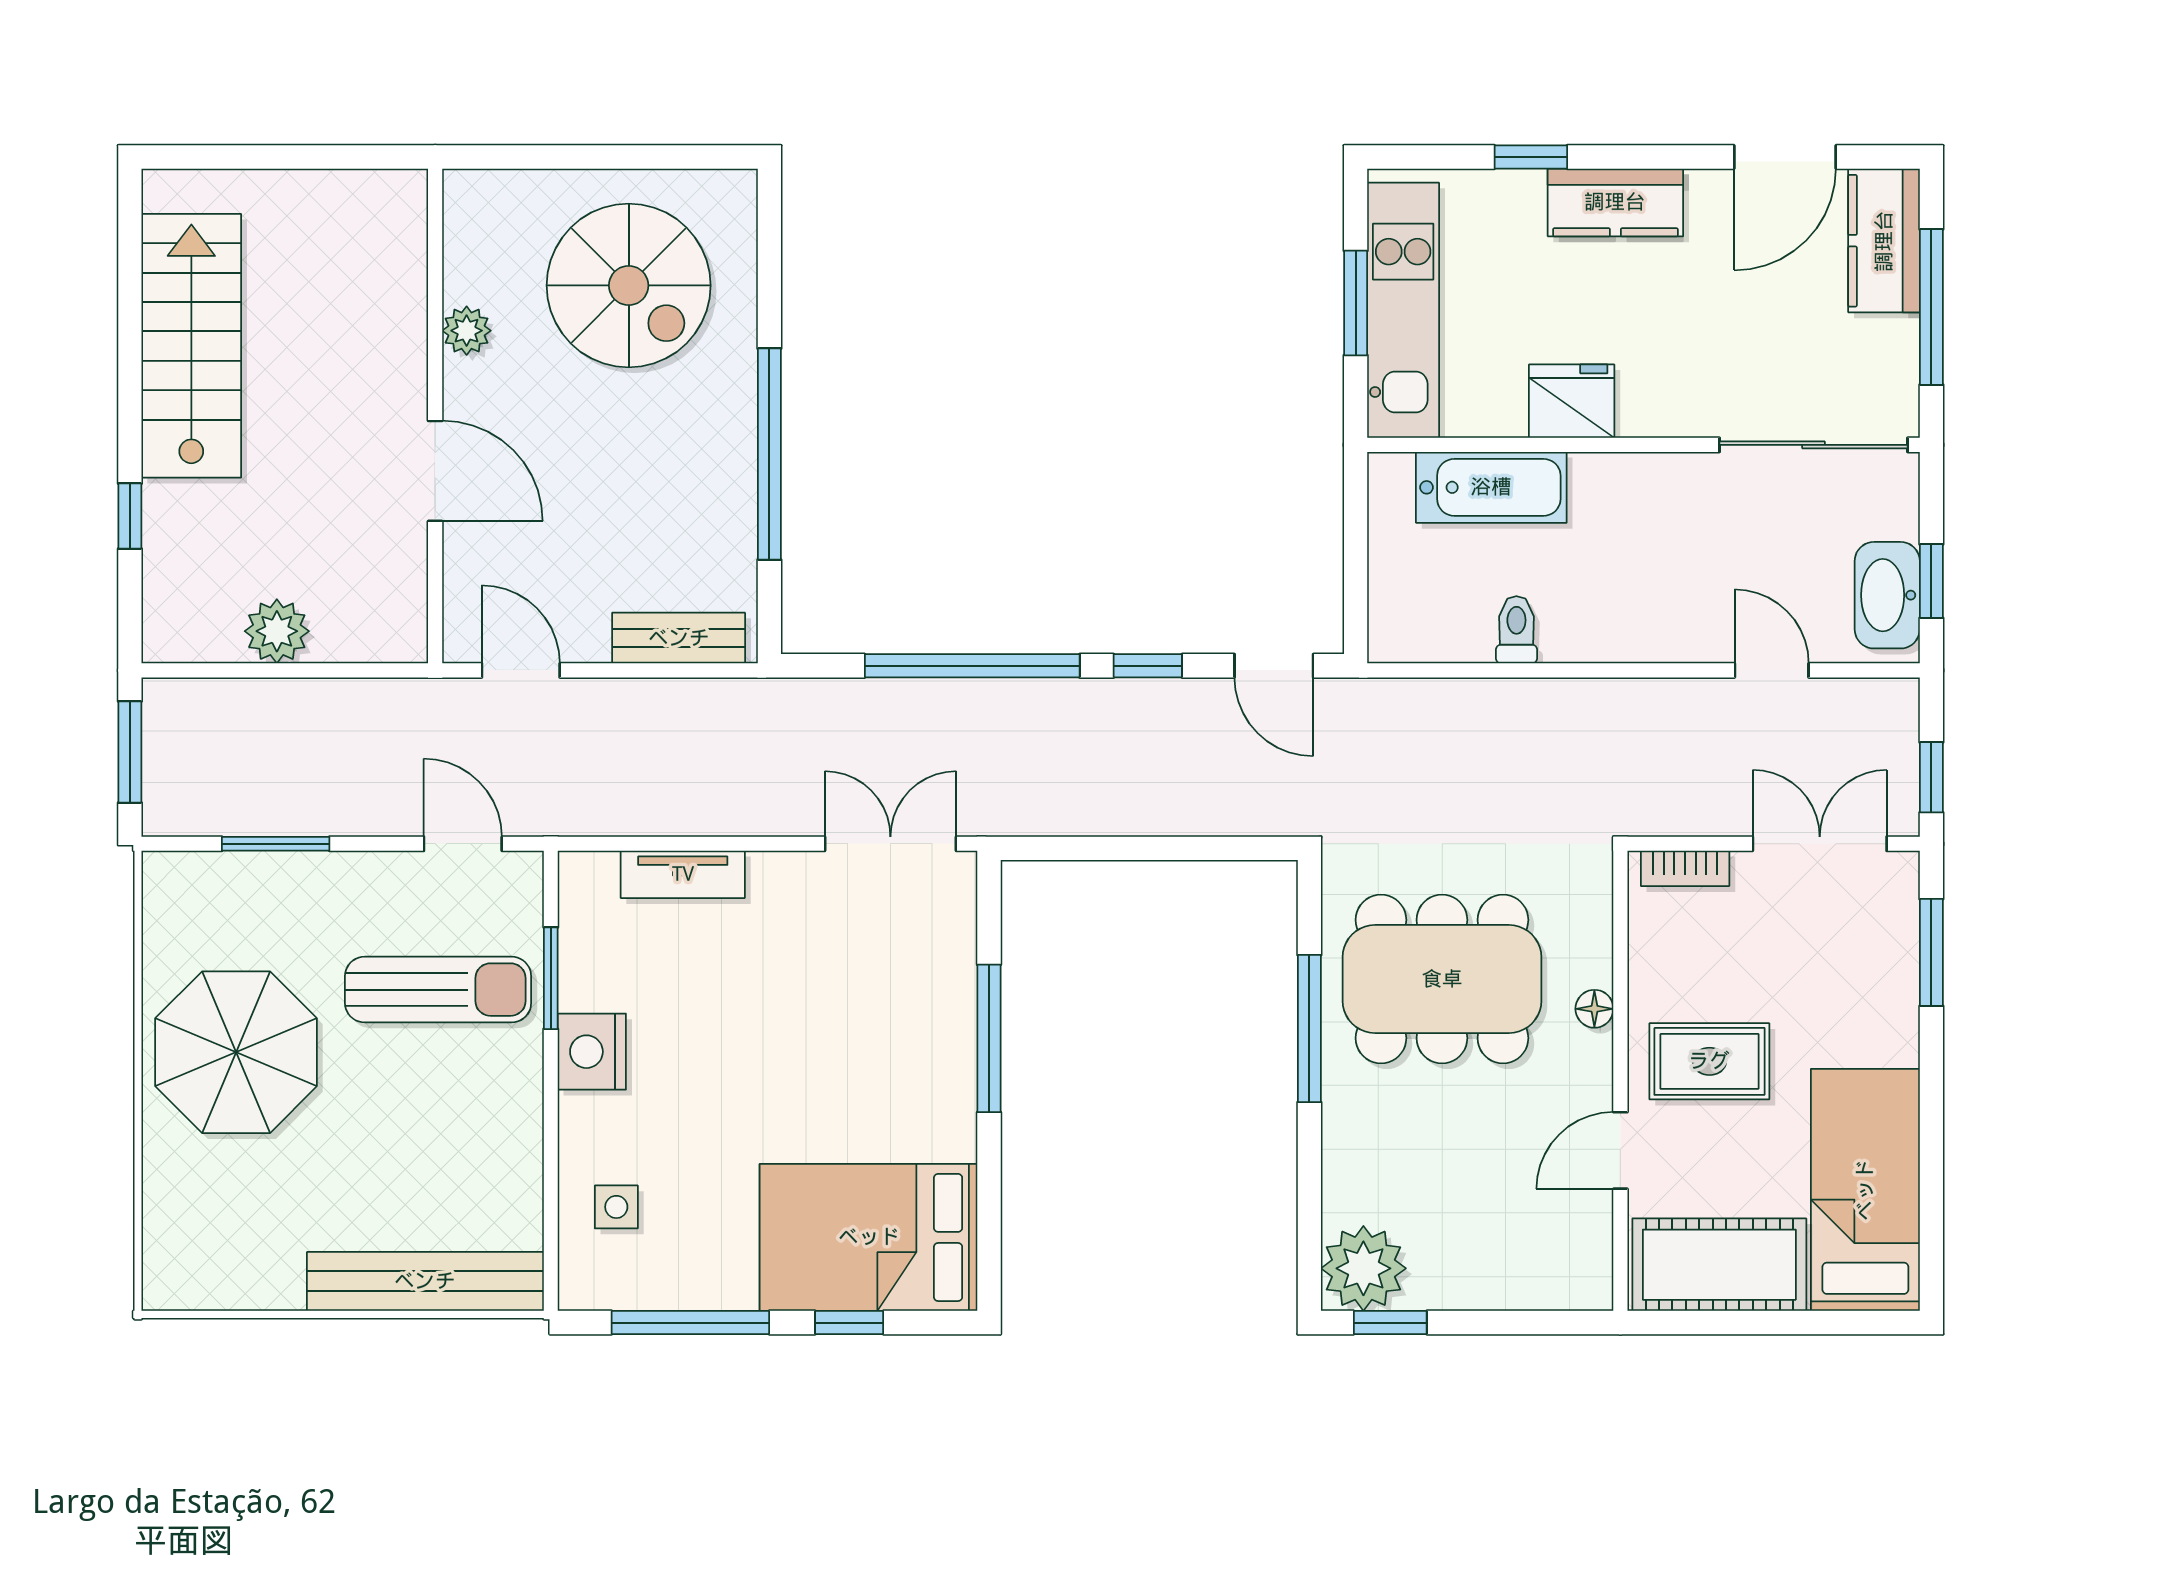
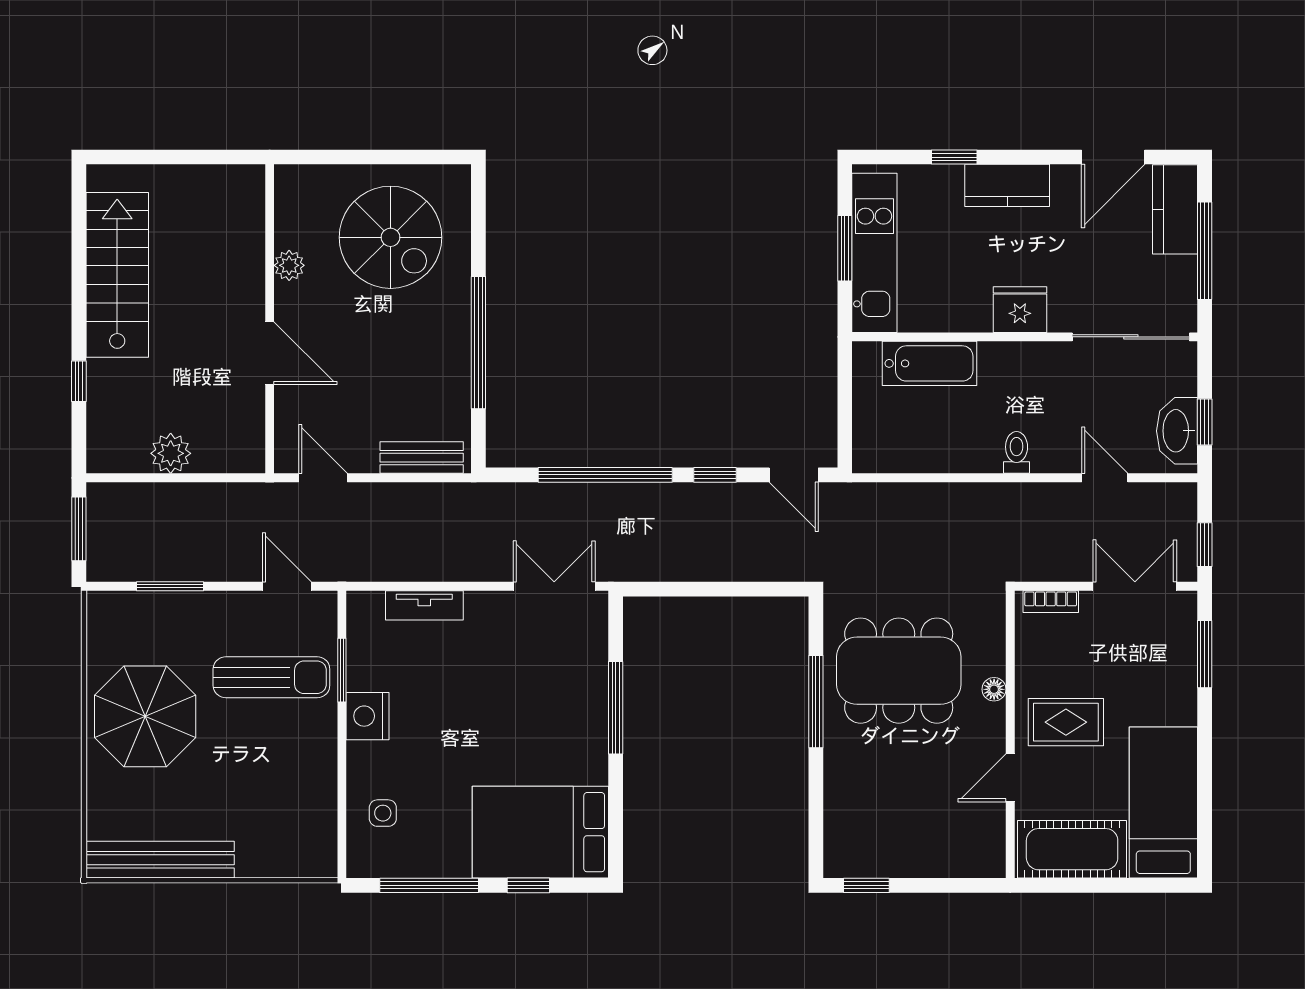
fridge: (1572, 401) -> (1020, 310), moved
toilet: (1516, 630) -> (1017, 452), moved
plant: (1363, 1268) -> (850, 851), removed
bench: (425, 1281) -> (160, 860), moved

